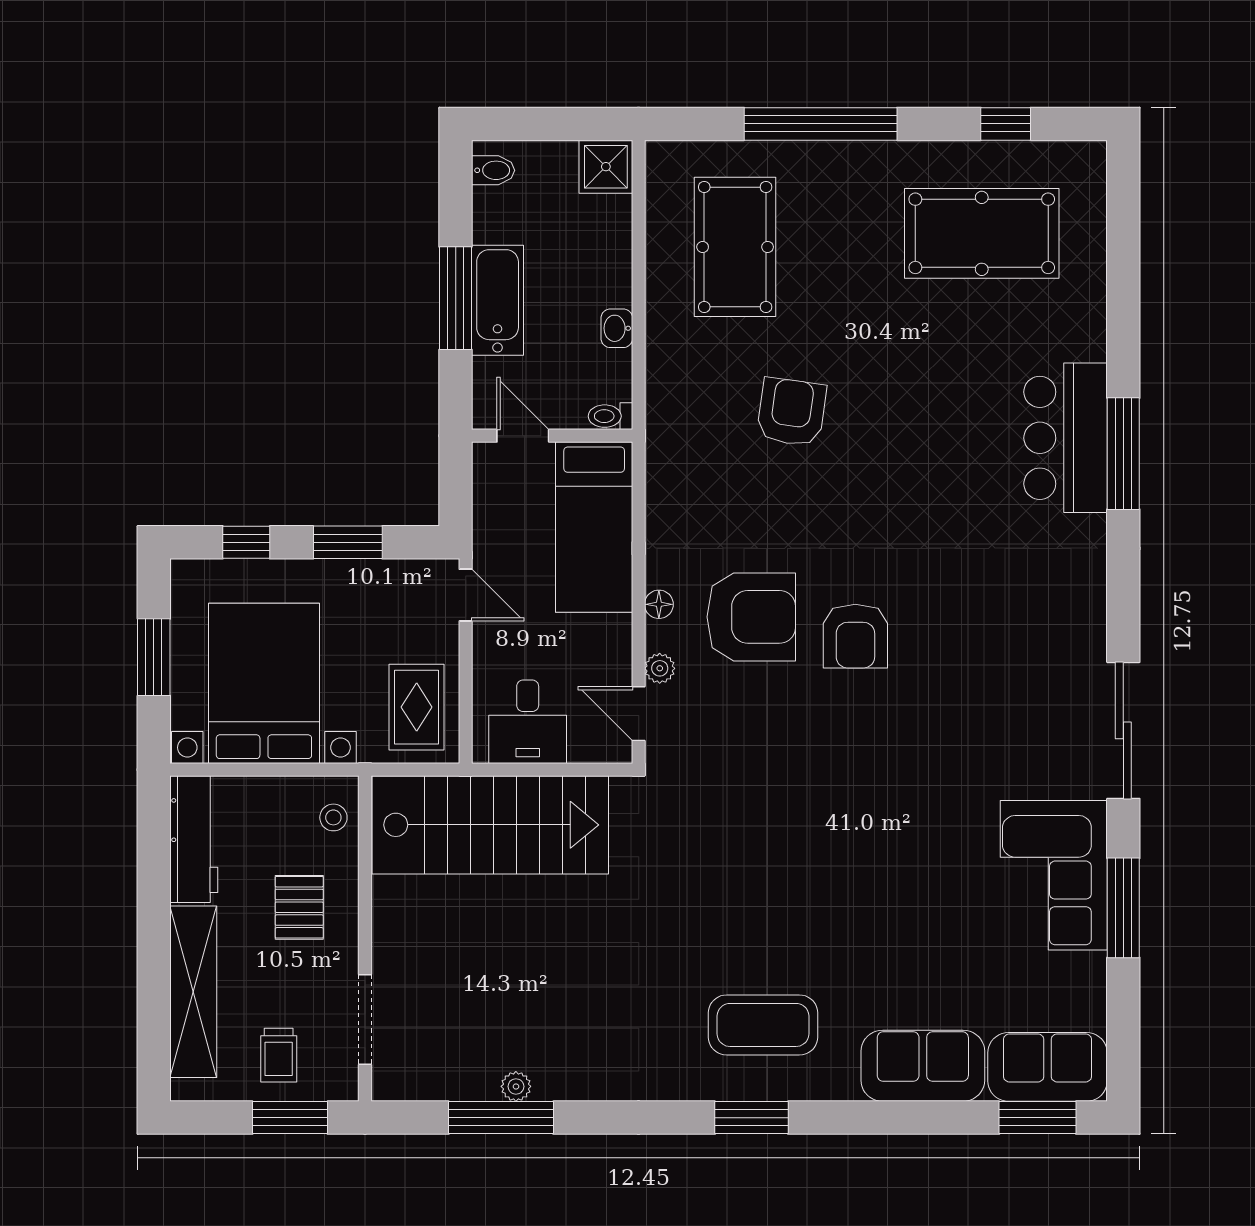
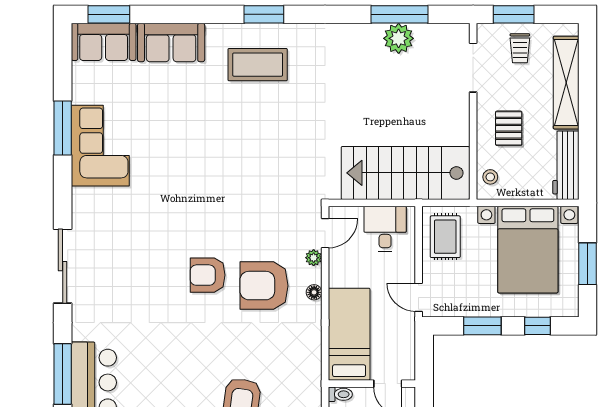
armchair: (855, 636) -> (208, 275), turned -90
door: (639, 714) -> (325, 233), hinge flipped
sliding door: (1123, 730) -> (63, 266), moved
trolley: (279, 1055) -> (520, 48), turned 180
plant: (516, 1086) -> (399, 38), width x1.87, depth x1.87

